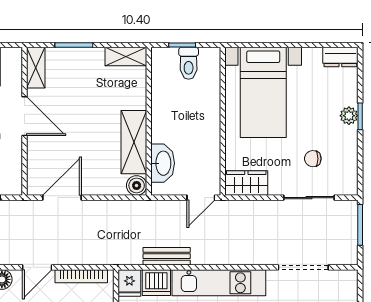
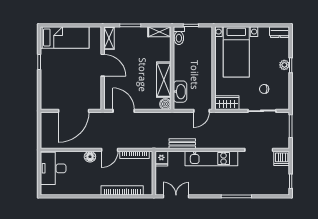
toilet: (189, 63) -> (179, 36), moved
door: (62, 198) -> (124, 111), hinge flipped
dishwasher: (156, 283) -> (282, 158), moved

